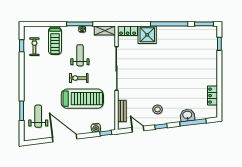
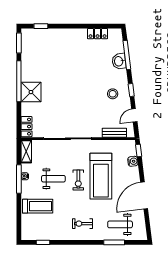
shower: (147, 35) -> (31, 92), moved
exercise bike: (34, 47) -> (82, 224), moved
weight bench: (80, 55) -> (53, 179), turned 180
treadmill: (82, 99) -> (101, 176), turned 180

